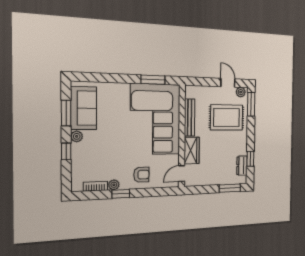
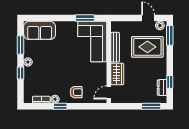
sofa: (84, 108) -> (40, 30), moved, turned 90
corner sofa: (155, 119) -> (92, 41), width x0.73, depth x0.74

